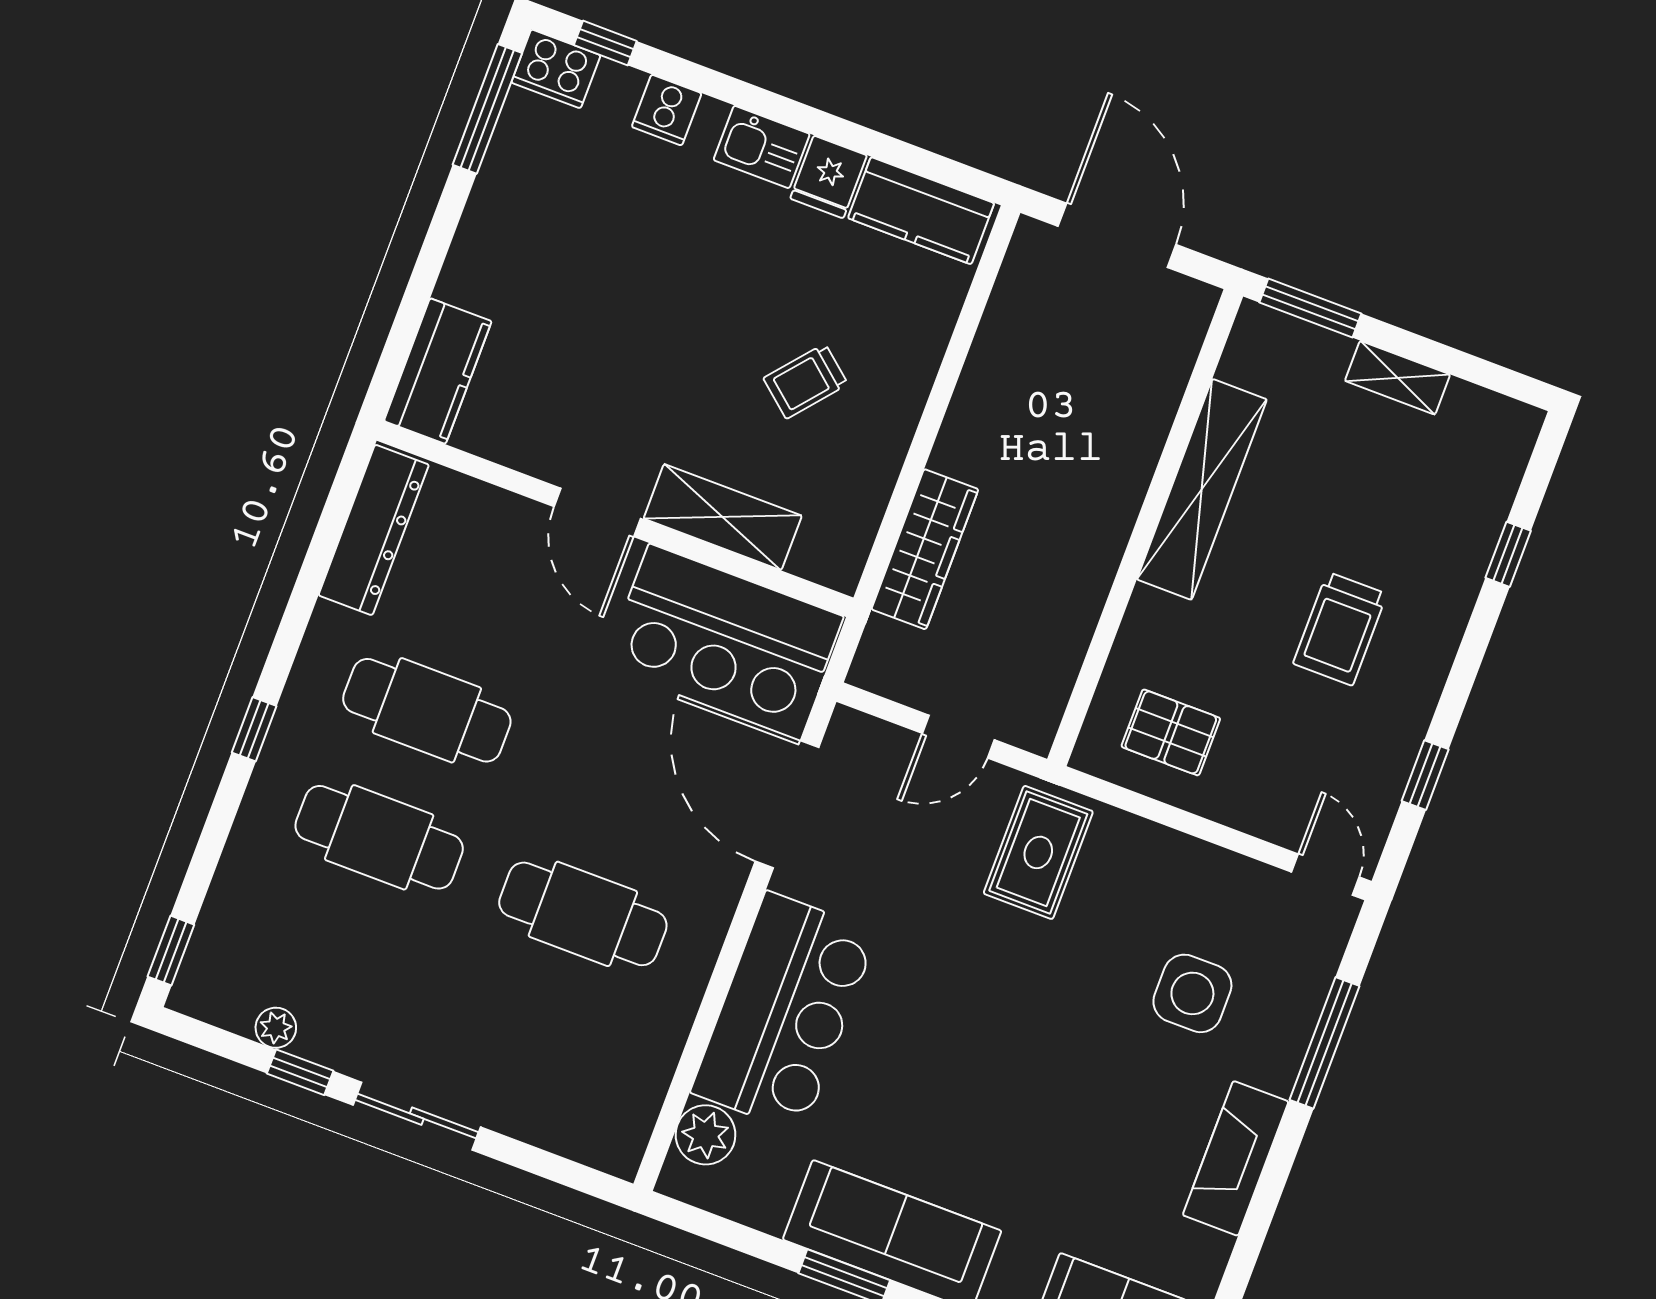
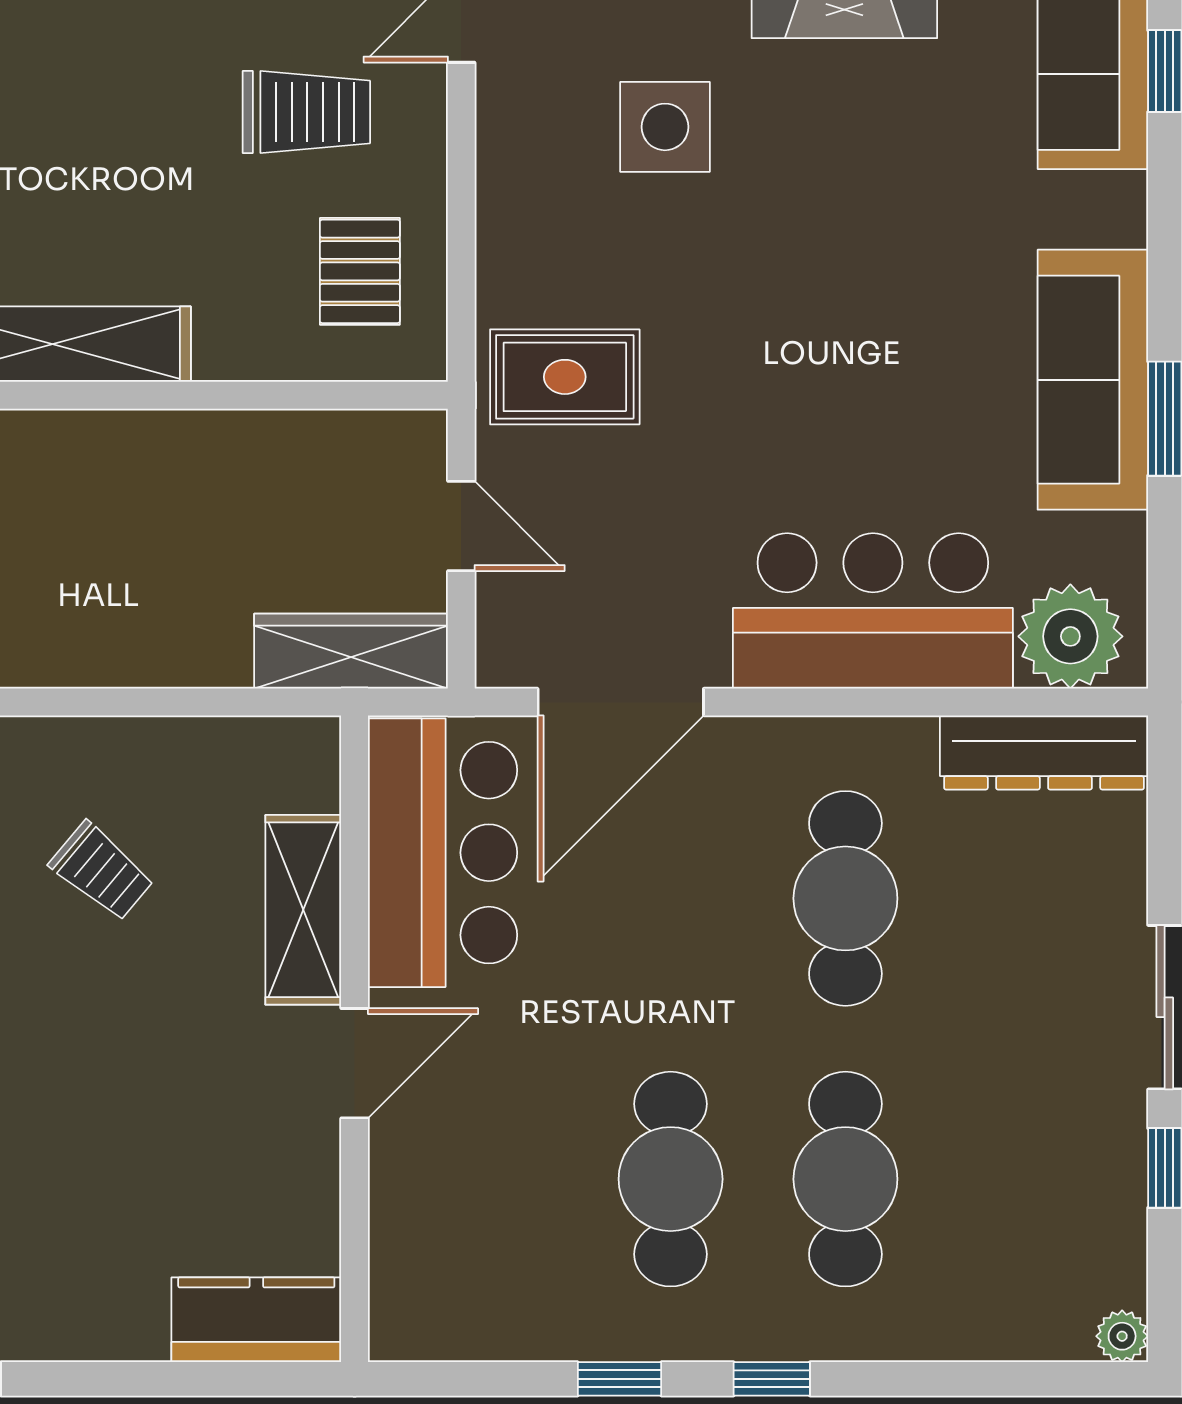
dresser: (374, 530) -> (1044, 752), moved, turned 180
wardrobe: (925, 549) -> (351, 651), moved
trolley: (1340, 629) -> (306, 112), moved
window: (171, 951) -> (619, 1379), moved
plant: (276, 1028) -> (1122, 1336), moved
plant: (705, 1135) -> (1070, 636), width x1.36, depth x1.36

